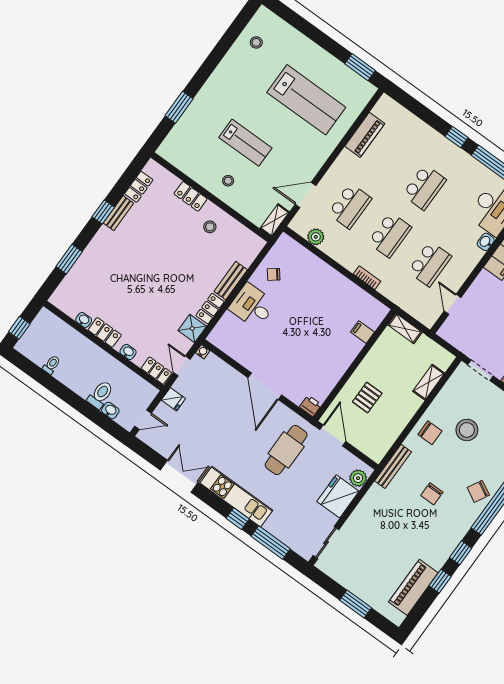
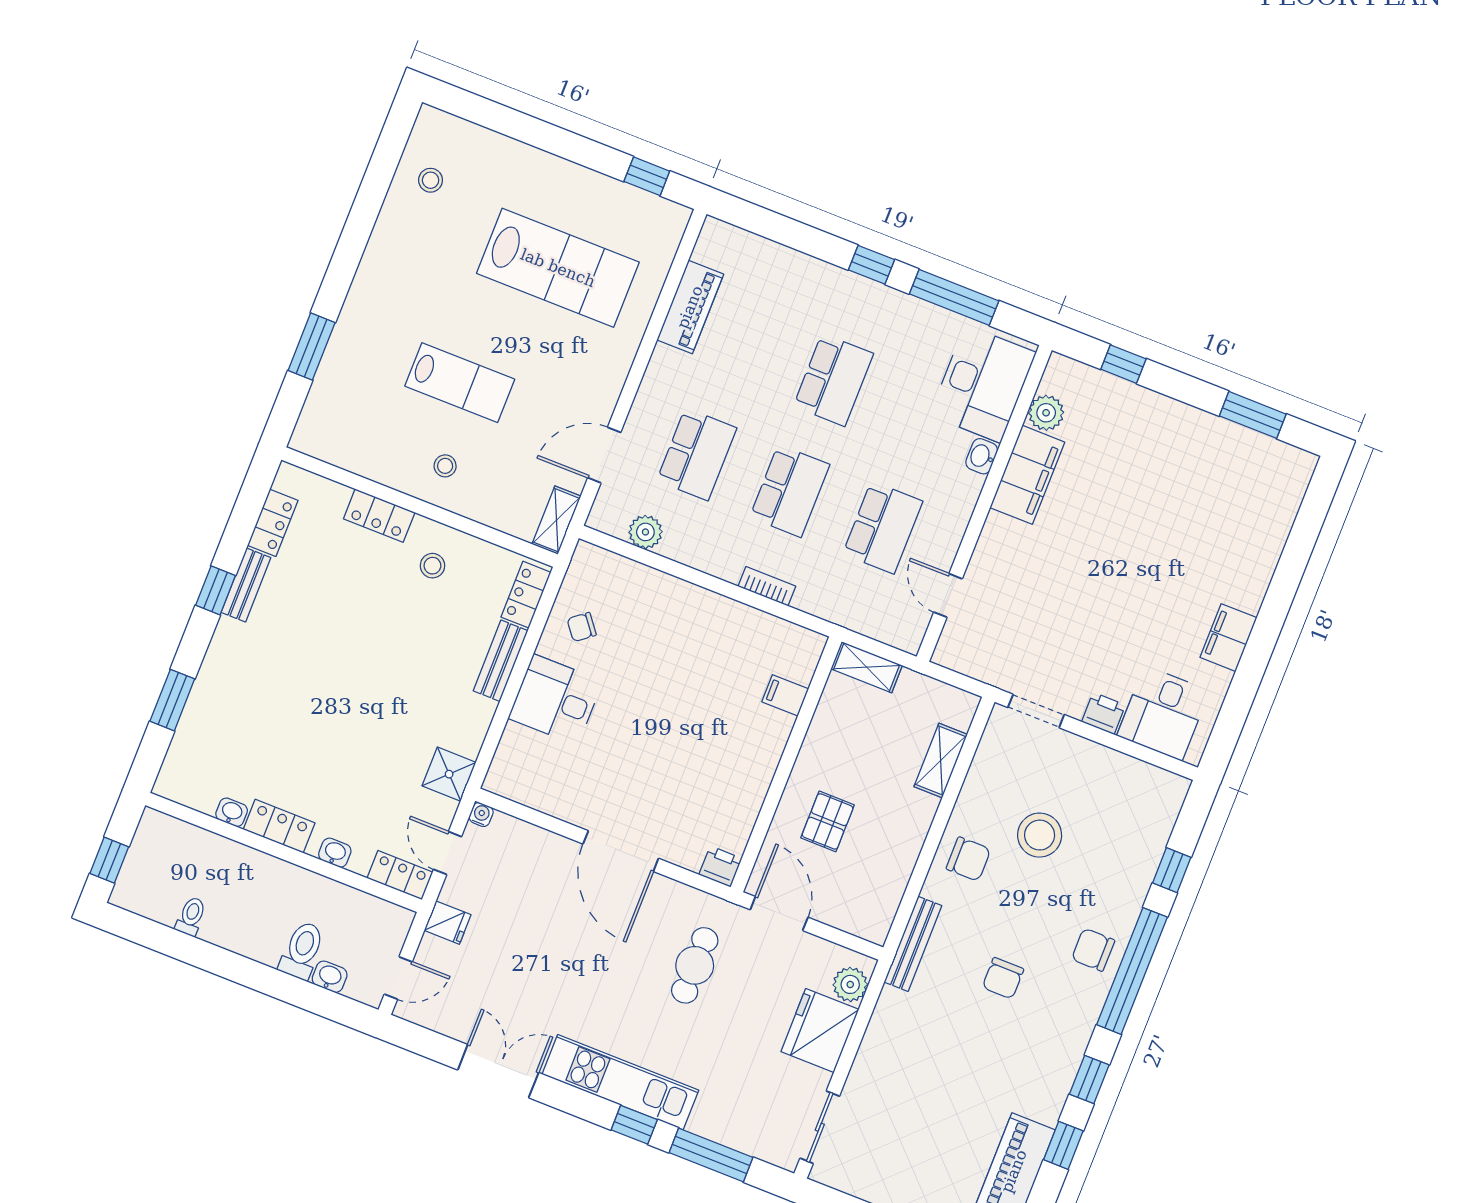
window: (360, 67) -> (647, 176), width x0.67
locker: (210, 309) -> (526, 595), moved
cafe table: (286, 450) -> (695, 965), width x0.73, depth x0.74
chair: (478, 491) -> (1093, 950), turned 62

